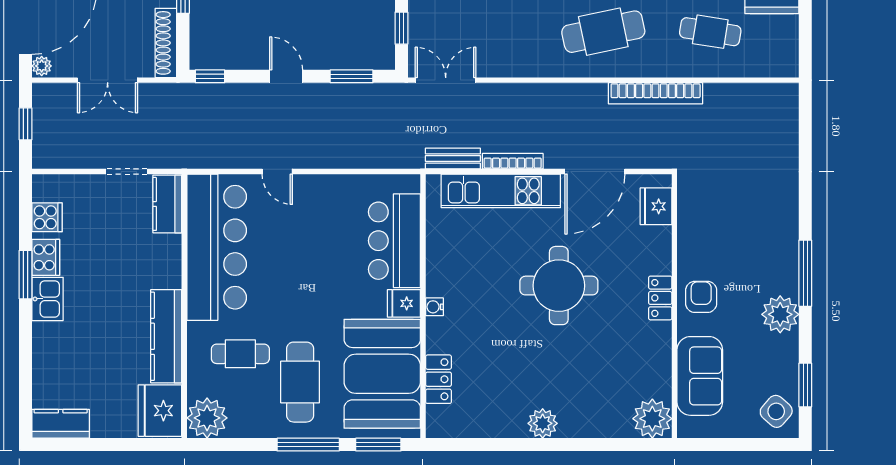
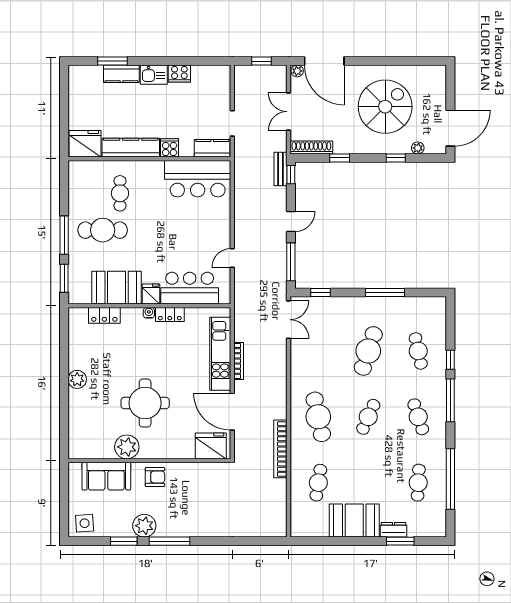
window: (352, 76) -> (291, 262), width x1.44
bench: (453, 159) -> (281, 169), moved
door: (277, 172) -> (232, 258), moved
fridge: (656, 206) -> (211, 446), width x1.36, depth x1.34
cooker: (47, 217) -> (170, 148), moved, turned 180
bar counter: (217, 247) -> (198, 179), width x0.73
window: (26, 275) -> (112, 61), moved
round table: (559, 286) -> (145, 403), moved
locker: (660, 298) -> (170, 315), moved, turned 180
booth: (382, 374) -> (117, 288), width x0.73, depth x0.70
window: (805, 385) -> (124, 541), moved
side table: (776, 411) -> (85, 523), turned 45
plant: (207, 418) -> (80, 173), removed
plant: (652, 419) -> (127, 447), moved
kitchen counter: (61, 424) -> (121, 74), moved, turned 90

